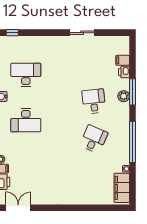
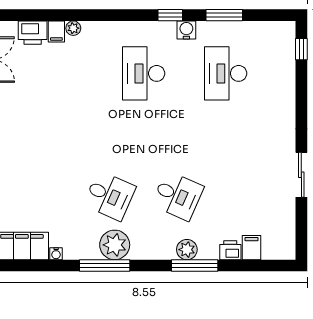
desk: (26, 75) -> (226, 73), turned 180
desk: (94, 101) -> (178, 196), turned 30
plant: (121, 136) -> (115, 245), added
window: (132, 142) -> (105, 266), width x0.68

